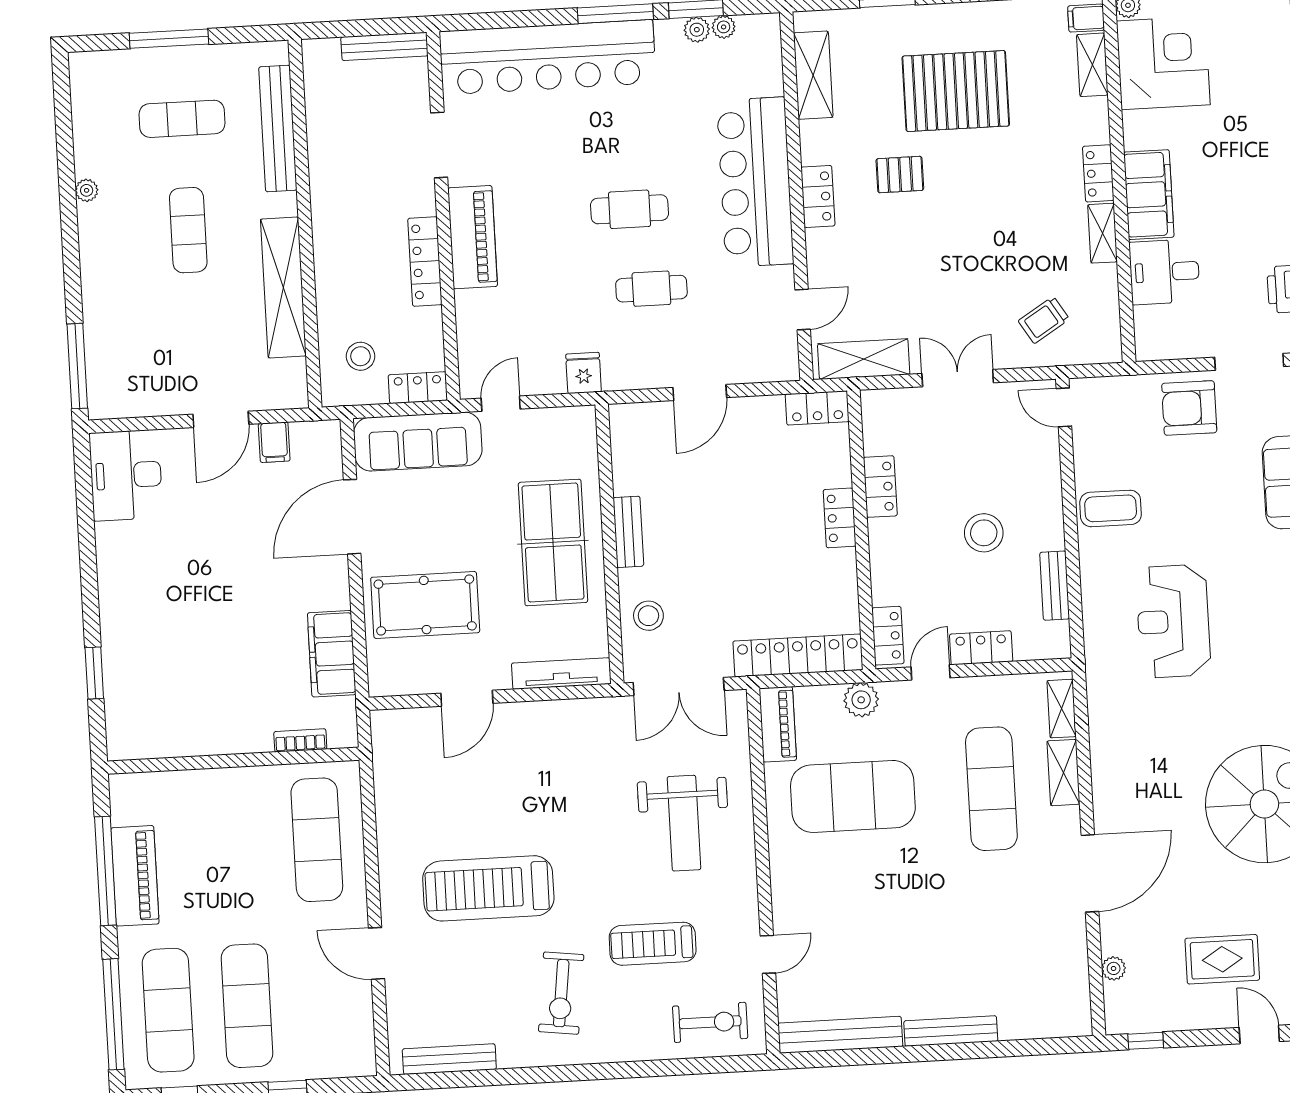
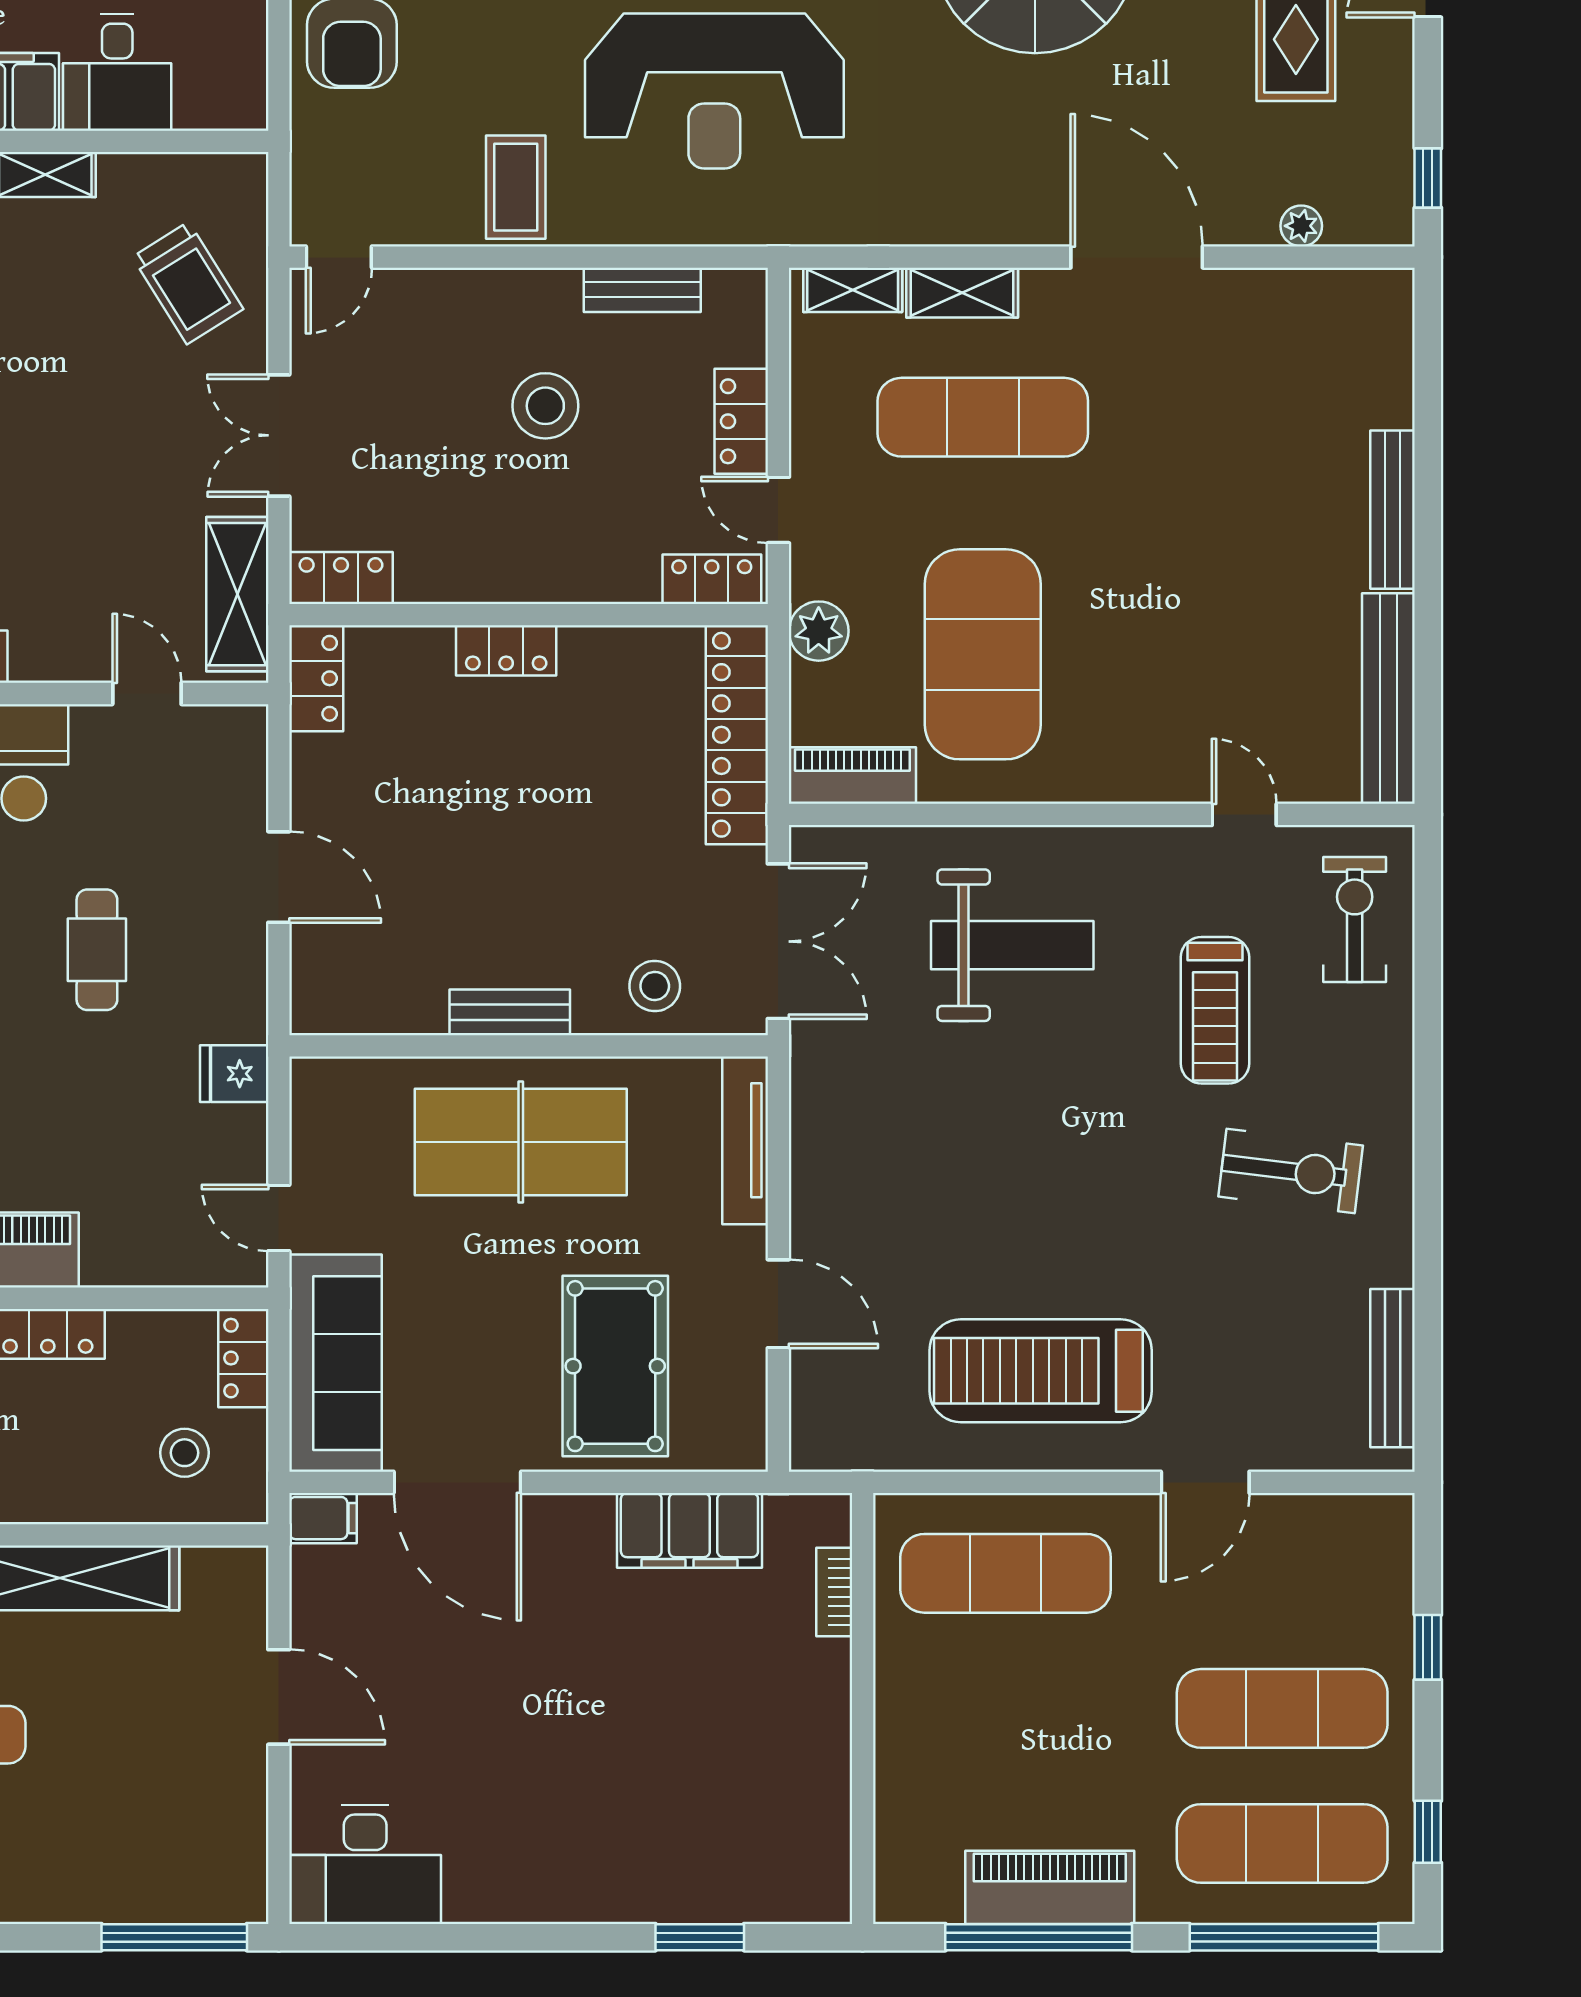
trolley: (1044, 320) -> (188, 283), width x1.36, depth x1.39
filing cabinet: (274, 442) -> (323, 1518), moved
locker: (880, 487) -> (341, 578), moved
reception desk: (1173, 621) -> (714, 91), width x1.36, depth x1.30
treadmill: (488, 888) -> (1041, 1371), moved, turned 90

